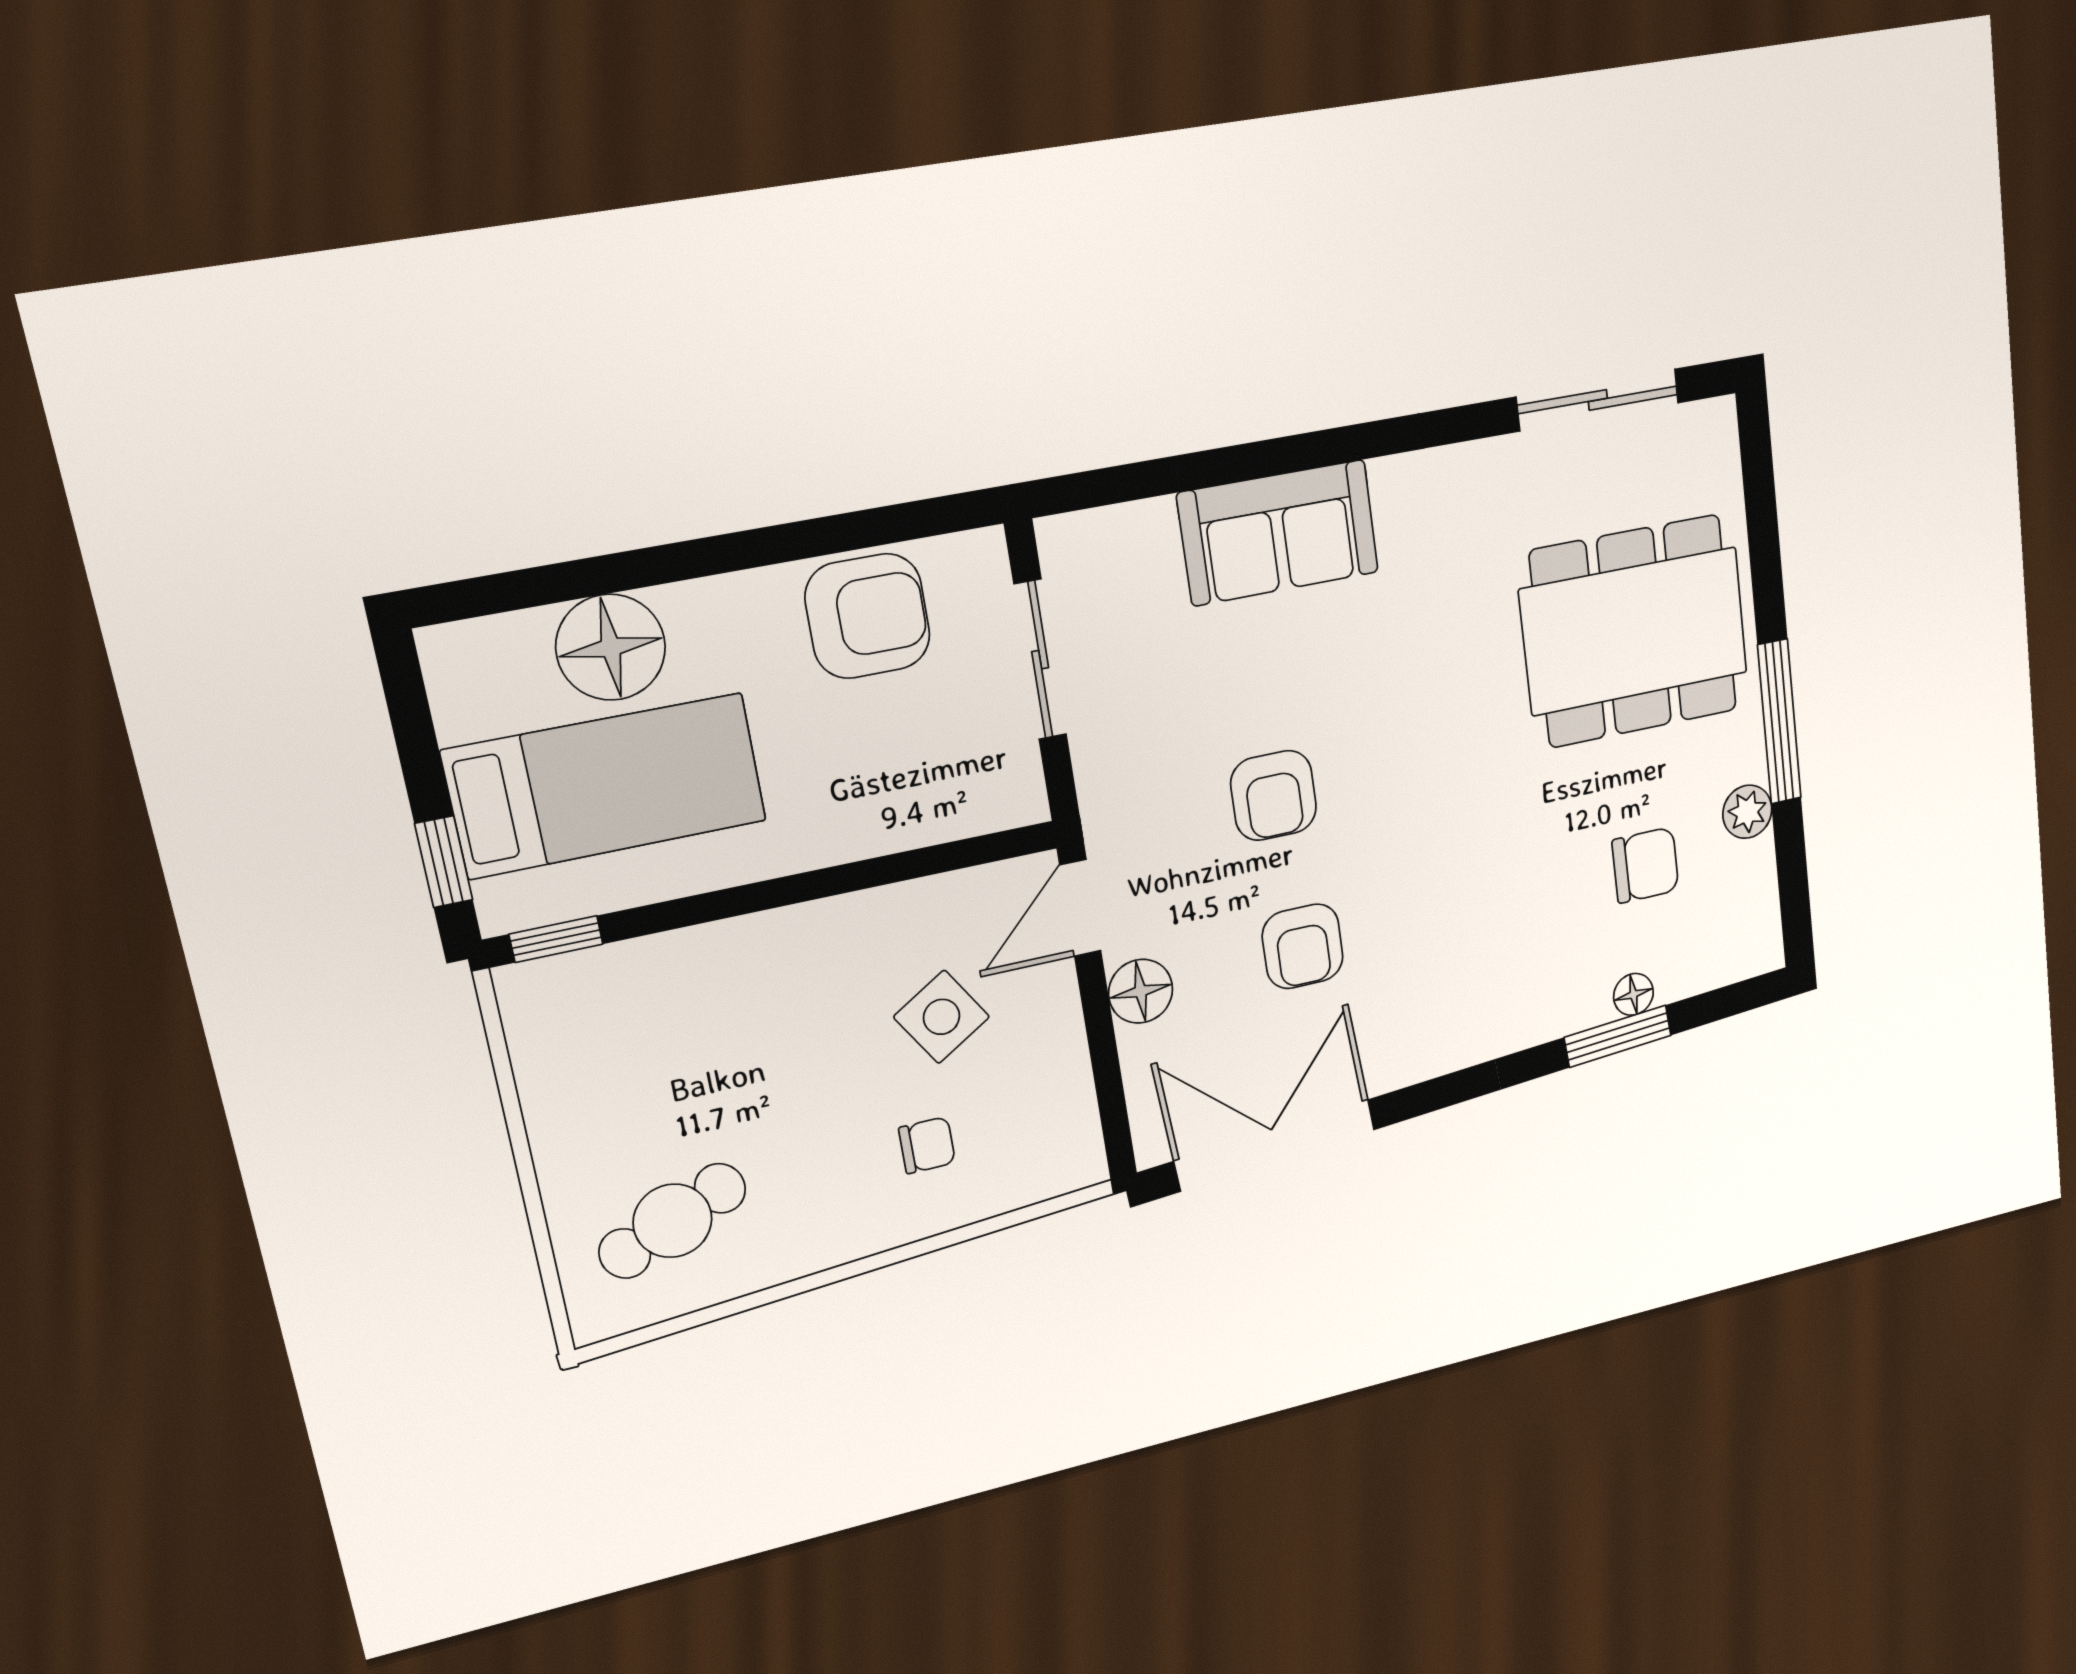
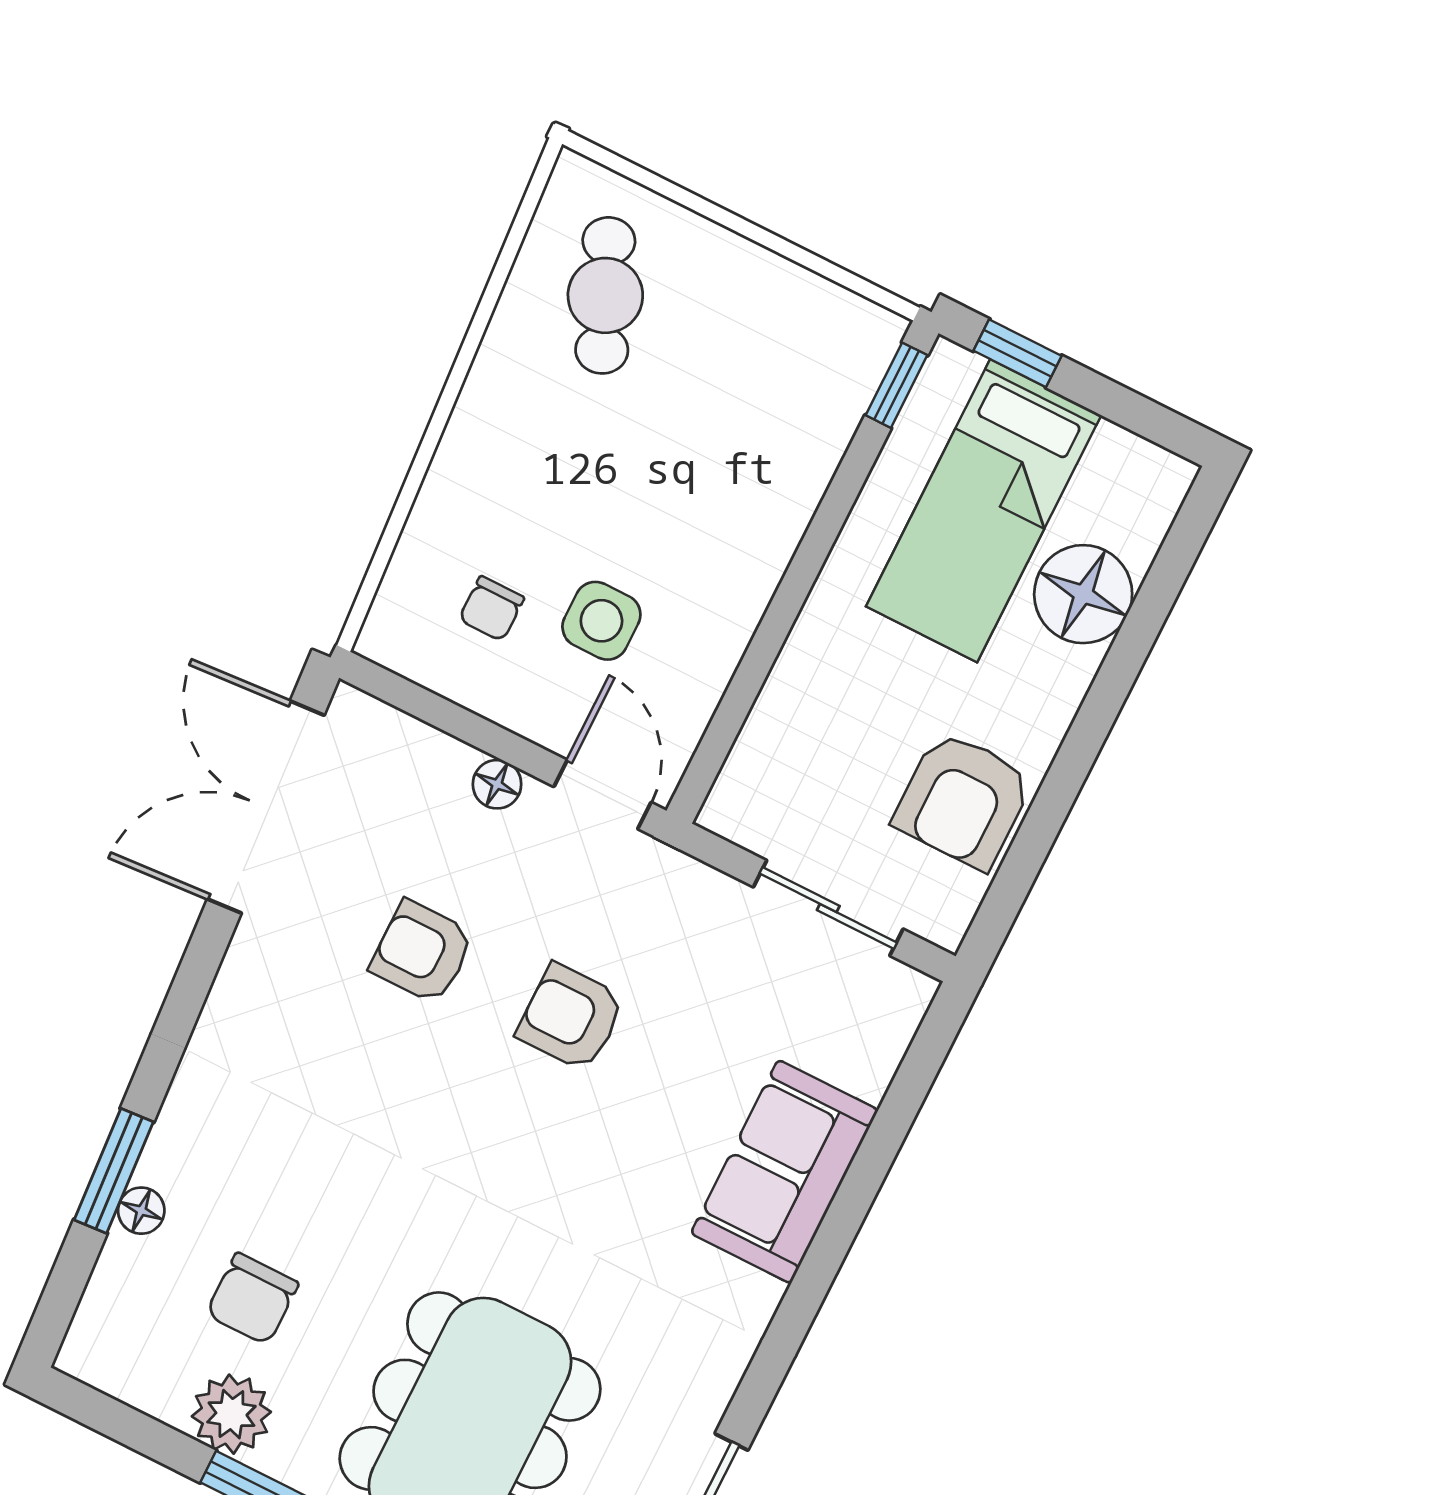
plant: (1747, 812) -> (231, 1414), width x1.38, depth x1.38
floor lamp: (1141, 991) -> (497, 784), width x0.73, depth x0.73
side table: (942, 1017) -> (601, 621), turned 32
chair: (927, 1145) -> (491, 609), moved
double door: (1275, 1145) -> (266, 807), swing flipped

